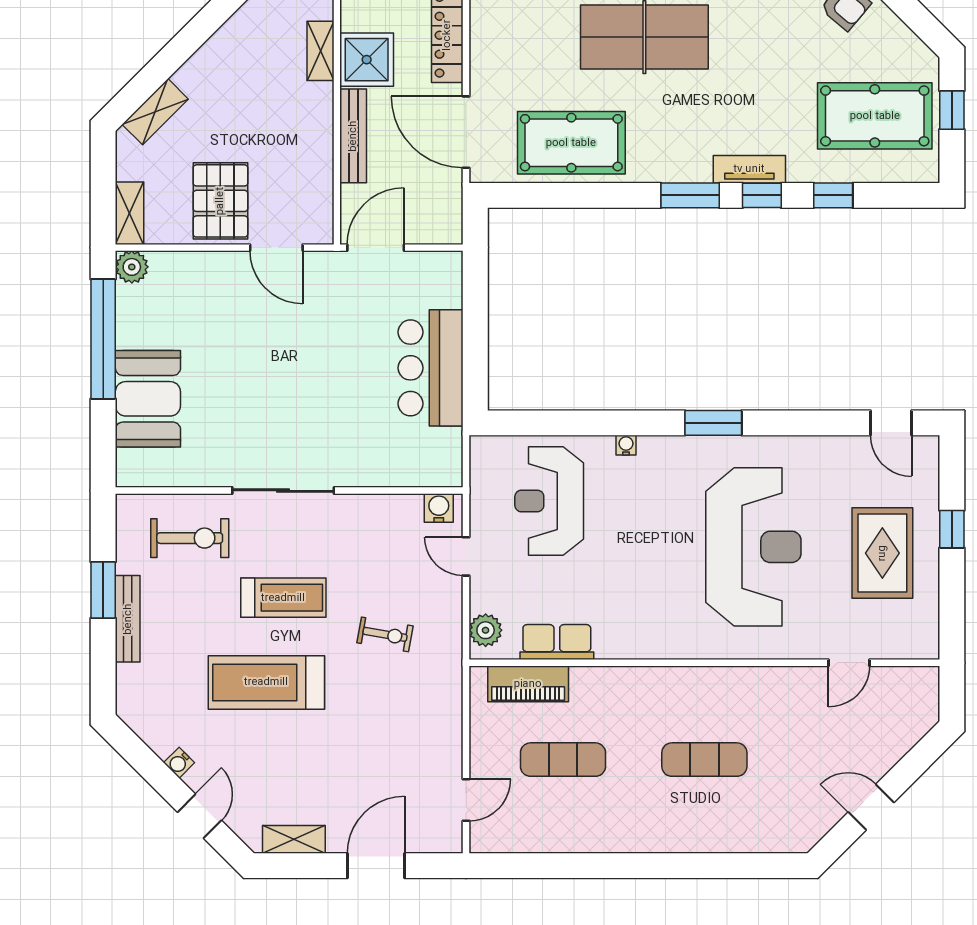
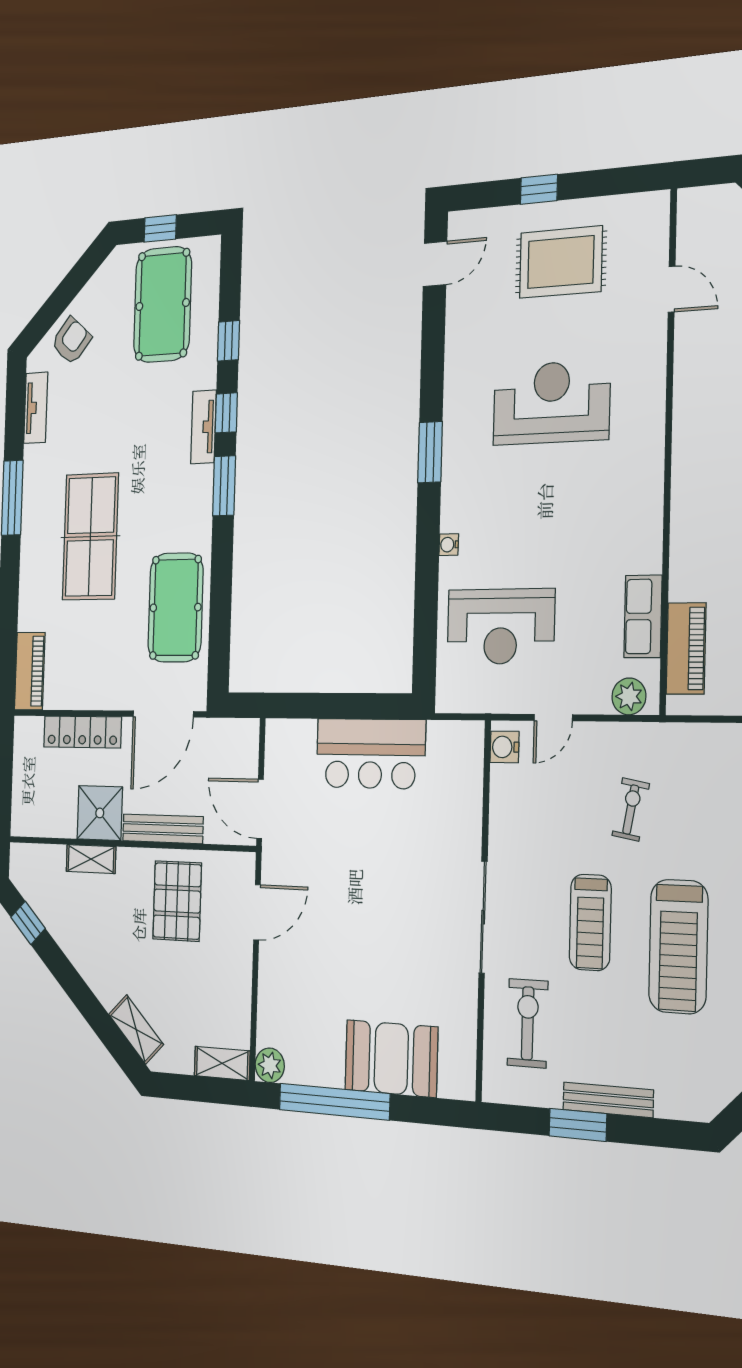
pallet: (220, 201) -> (177, 901), moved, turned 90
reception desk: (753, 547) -> (551, 403), width x0.74, depth x0.77
treadmill: (283, 598) -> (590, 922), turned 180

